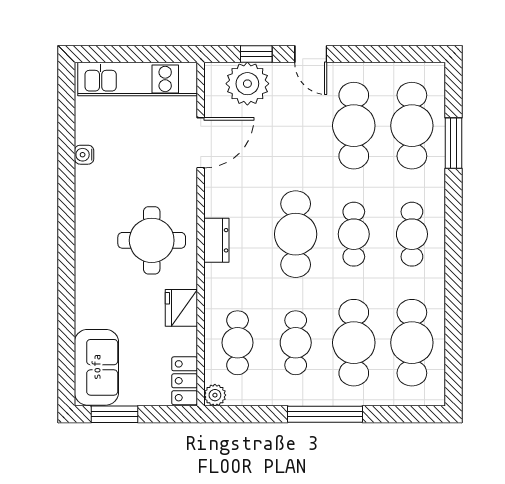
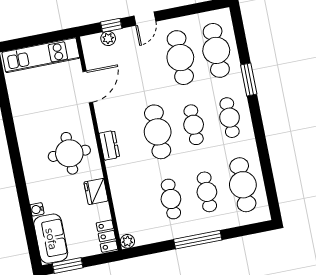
door: (311, 54) -> (145, 19), hinge flipped
plant: (247, 84) -> (108, 38), width x0.53, depth x0.53
window: (454, 143) -> (249, 79), moved
water cooler: (84, 155) -> (37, 209), moved
cafe table: (238, 343) -> (135, 206), removed
cafe table: (354, 343) -> (207, 192), width x0.73, depth x0.74

